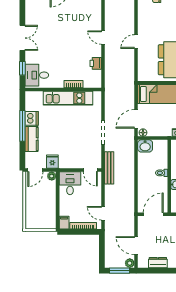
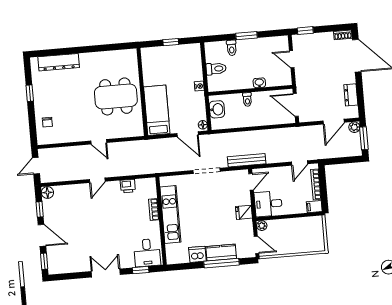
window: (22, 126) -> (221, 263), moved
washbasin: (145, 146) -> (217, 109), moved
fridge: (52, 162) -> (244, 212), moved

